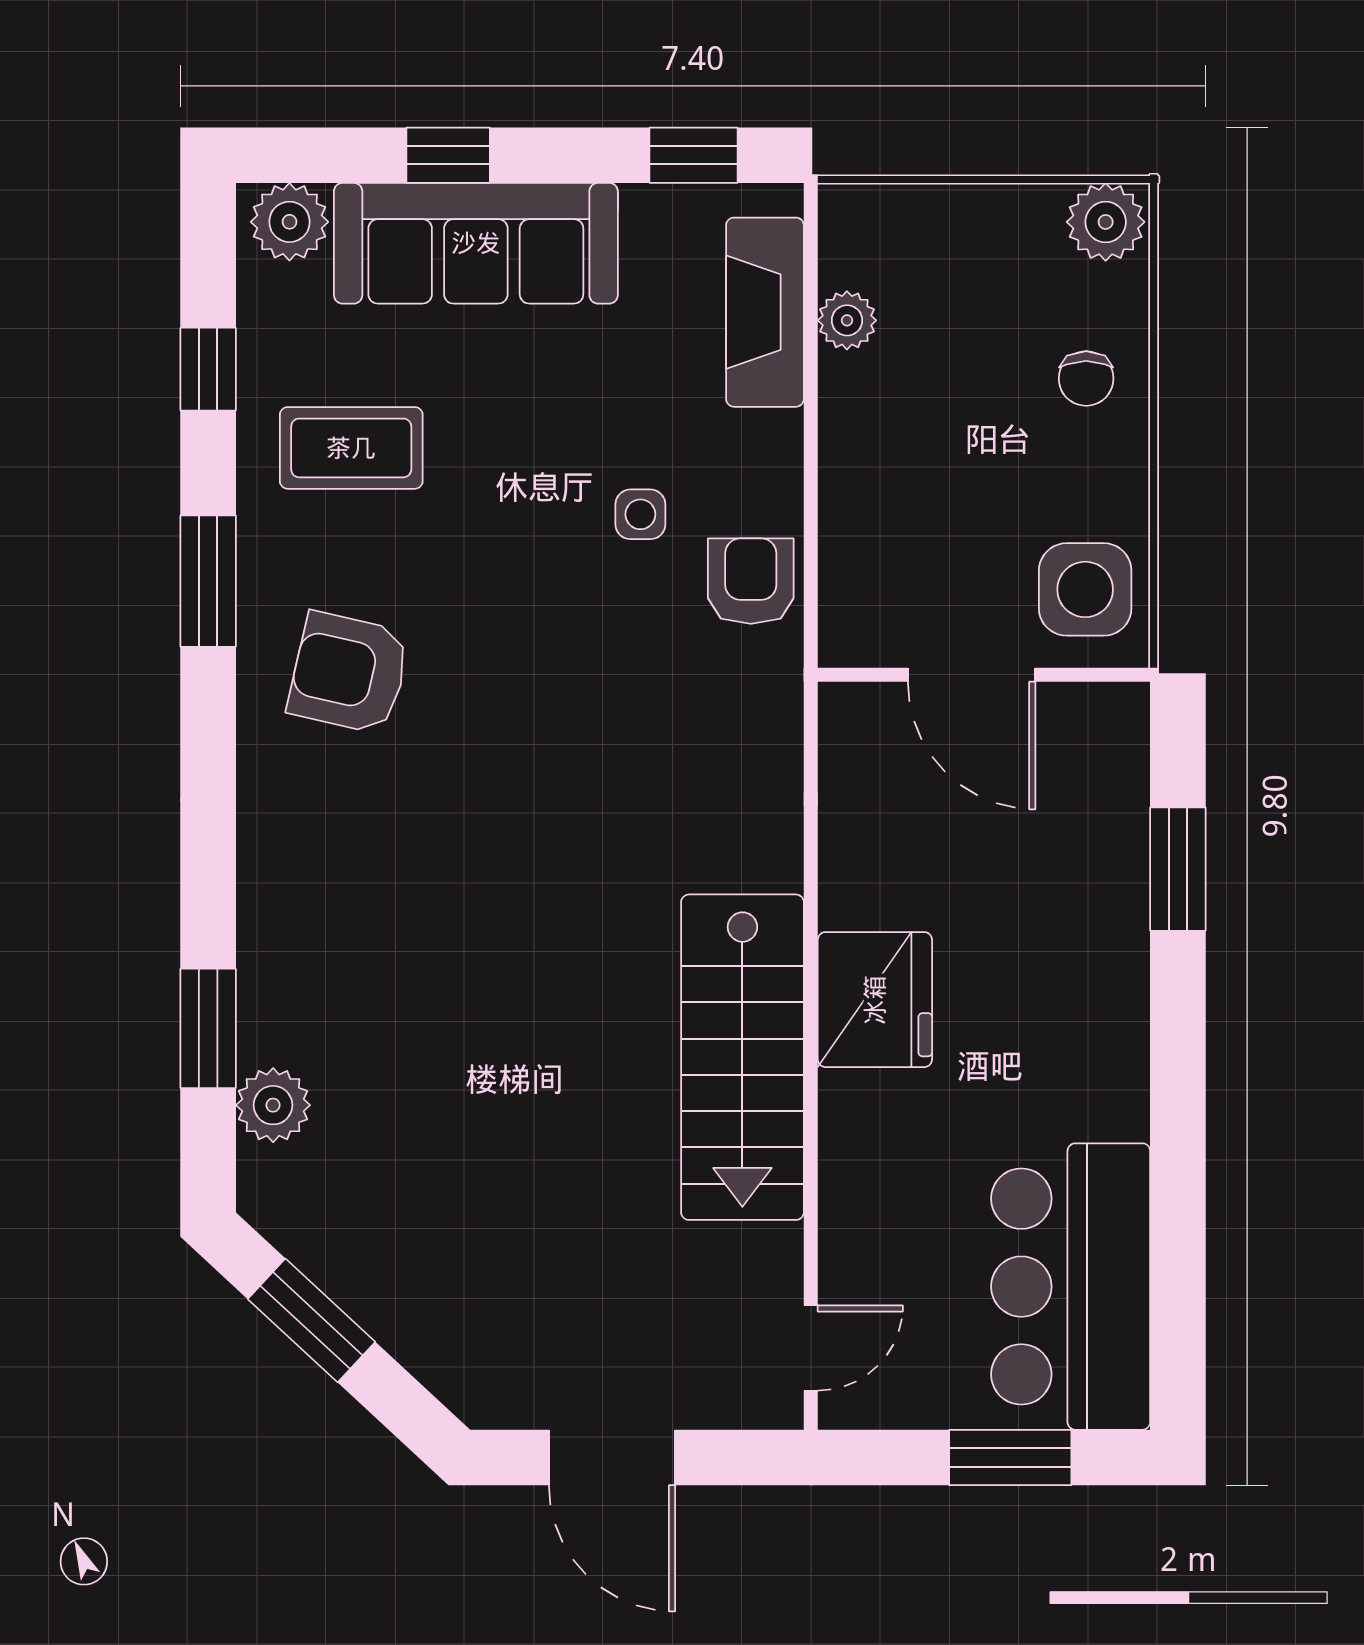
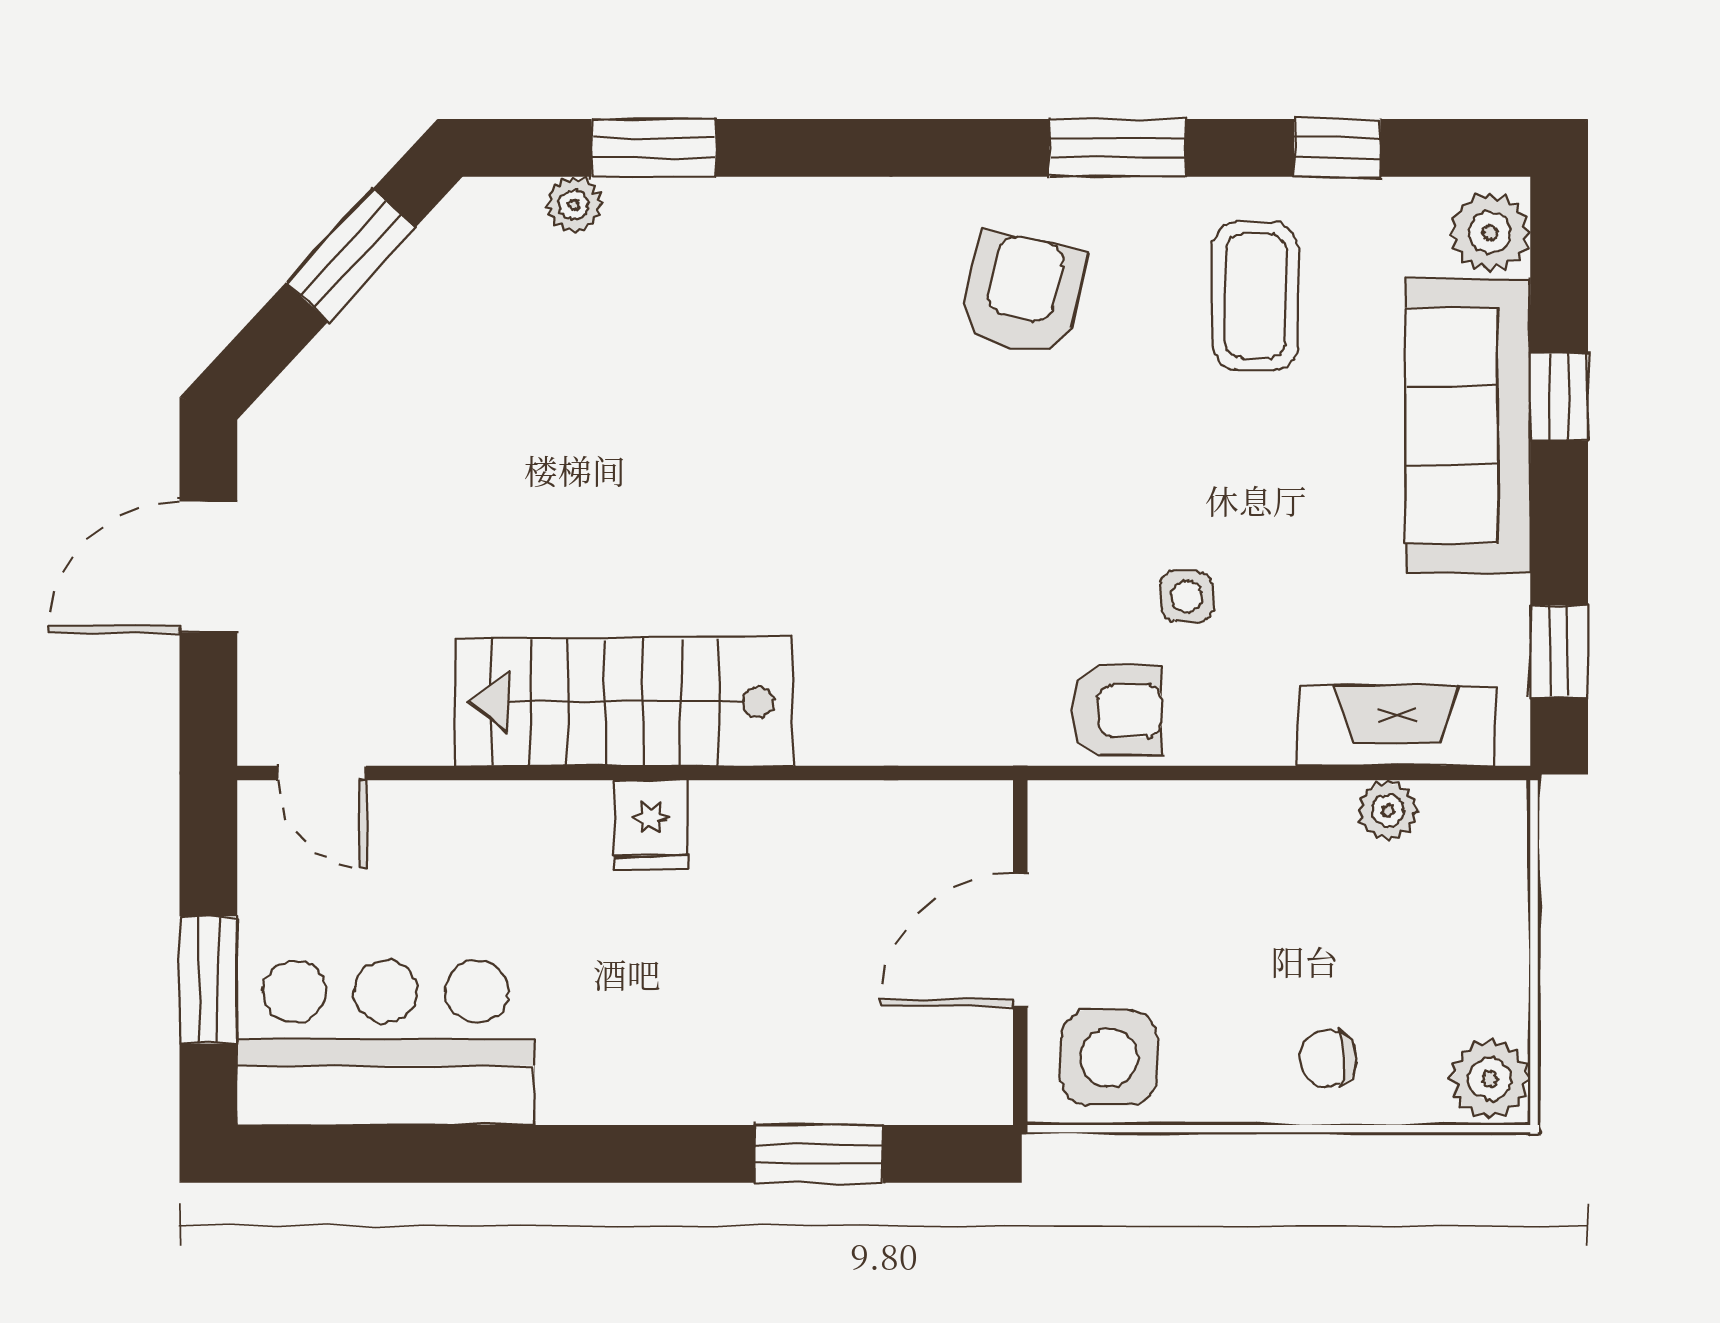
fridge: (875, 1000) -> (650, 824), width x0.53, depth x0.75
plant: (273, 1105) -> (574, 205), width x0.73, depth x0.73

